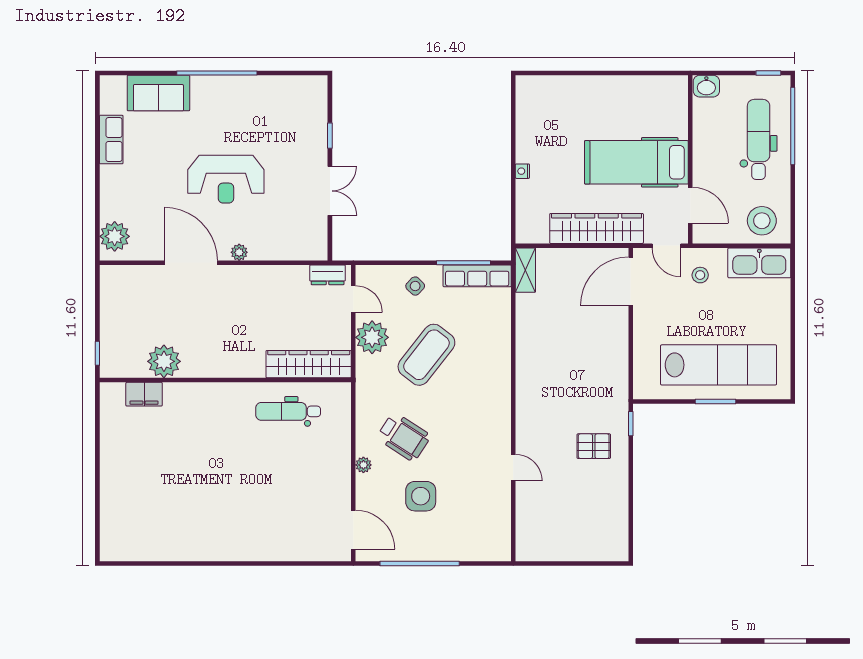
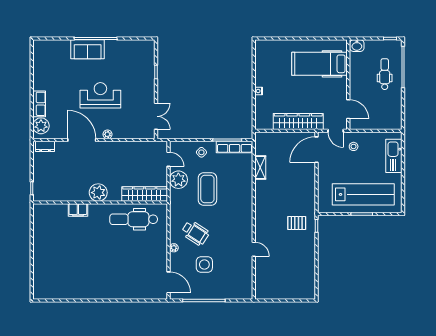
sofa: (158, 93) -> (88, 49), moved
dental chair: (759, 139) -> (385, 74), width x0.73, depth x0.72
row of seats: (111, 140) -> (39, 104), moved
hospital bed: (636, 162) -> (320, 64), moved
reception desk: (226, 179) -> (100, 95), turned 180
double door: (330, 191) -> (156, 116), moved
stool: (762, 221) -> (386, 117), removed
kitchen sink: (759, 263) -> (394, 156), moved, turned 90
shelving: (525, 270) -> (260, 168), moved
dresser: (328, 275) -> (45, 146), moved
coffee table: (426, 355) -> (207, 189), turned -38
plant: (164, 361) -> (98, 193), moved
filing cabinet: (144, 394) -> (78, 210), moved
dental chair: (288, 411) -> (134, 219), width x1.36, depth x1.38
pallet: (594, 446) -> (297, 223), moved

